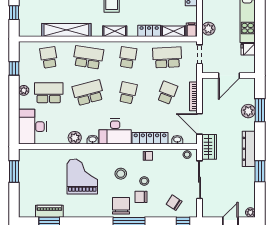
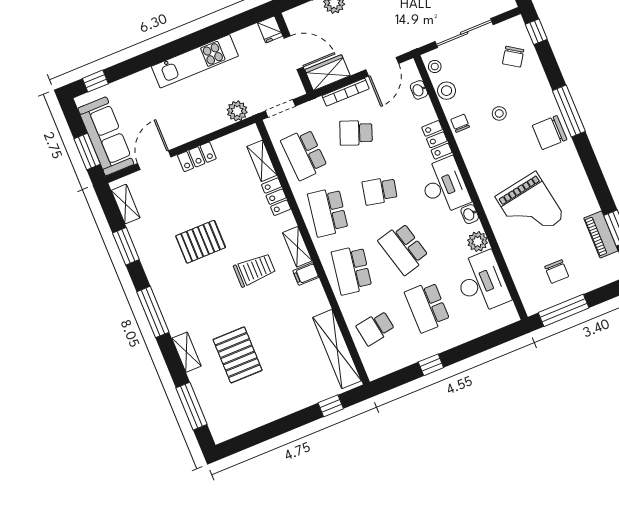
shelving: (66, 30) -> (337, 349), moved
filing cabinet: (192, 30) -> (306, 274), moved
fridge: (248, 49) -> (270, 29), moved
school desk: (128, 57) -> (328, 212), width x1.85
window: (14, 68) -> (431, 365), moved
plant: (24, 90) -> (439, 345), removed
desk: (32, 127) -> (482, 283), moved, turned -90
locker: (150, 138) -> (437, 140), width x0.66
wardrobe: (209, 147) -> (327, 73), moved
window: (14, 171) -> (564, 310), width x1.44
stool: (121, 174) -> (447, 91), moved
grand piano: (82, 177) -> (530, 207), turned -100
chair: (141, 197) -> (557, 272), moved

